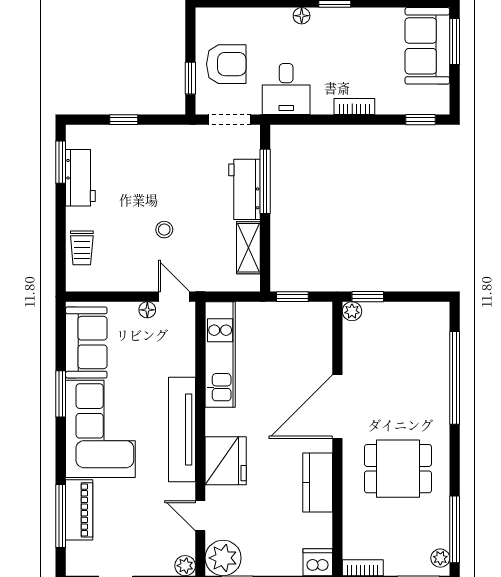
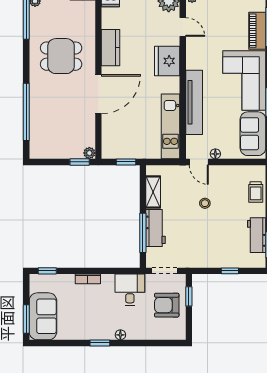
trolley: (82, 248) -> (256, 192), turned 180
tv unit: (182, 430) -> (194, 102), moved

